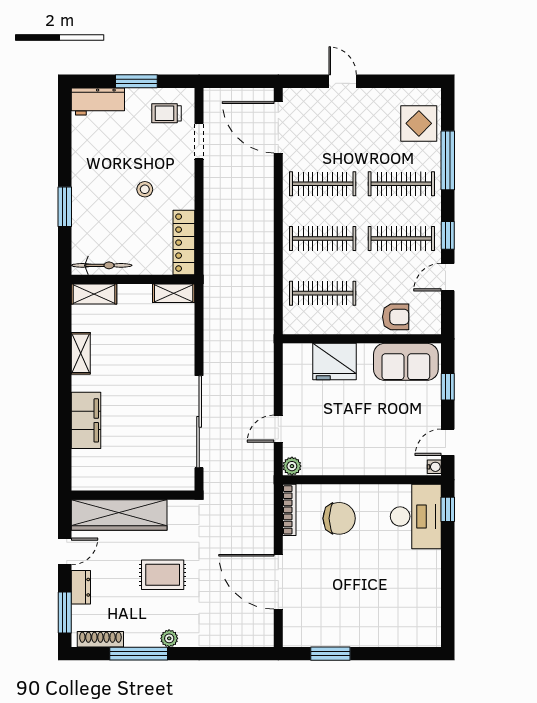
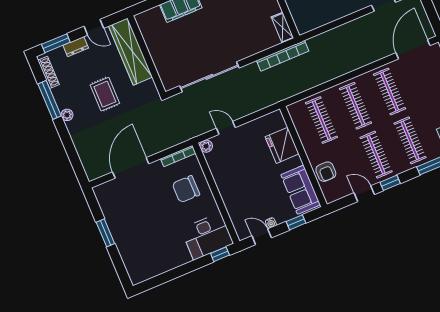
locker: (184, 243) -> (317, 21), removed
bookcase: (212, 310) -> (283, 56), added
water cooler: (434, 467) -> (271, 223), moved
chair: (339, 518) -> (186, 189), turned 90
window: (330, 654) -> (105, 233), moved

